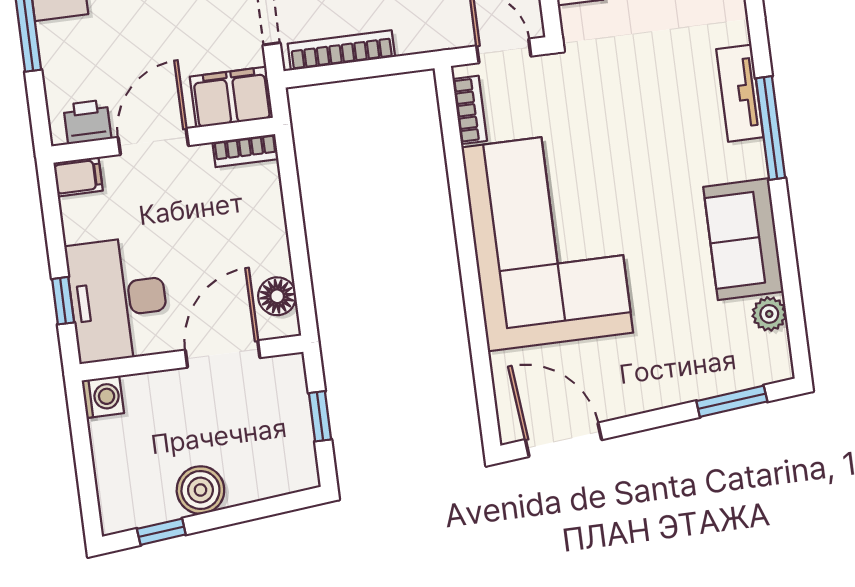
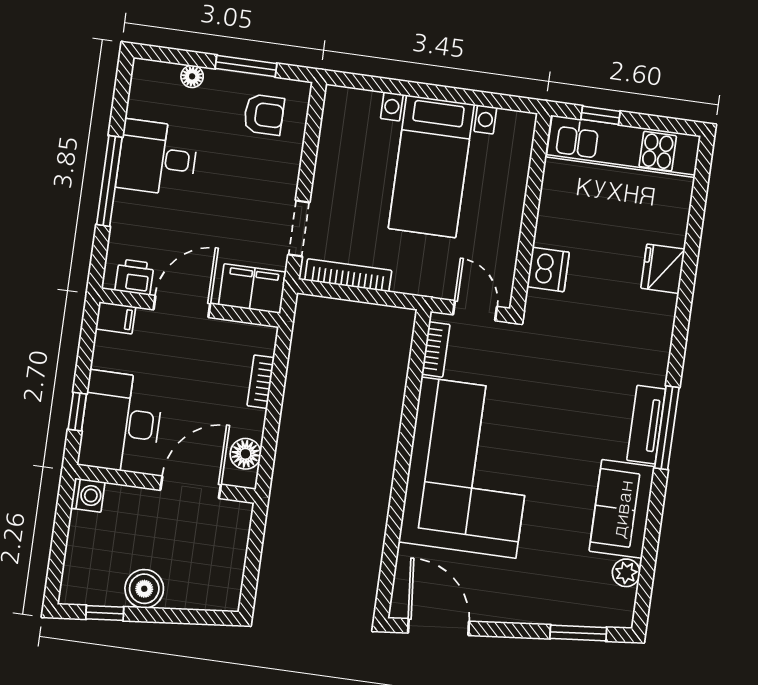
tv unit: (740, 93) -> (646, 425), moved
bookcase: (245, 151) -> (261, 382), moved, turned 90
window: (320, 416) -> (253, 557), removed

